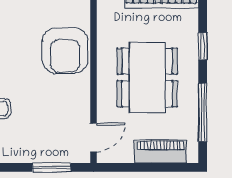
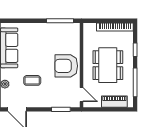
armchair: (65, 50) -> (66, 66), moved, turned 90
door: (94, 137) -> (81, 95), hinge flipped

